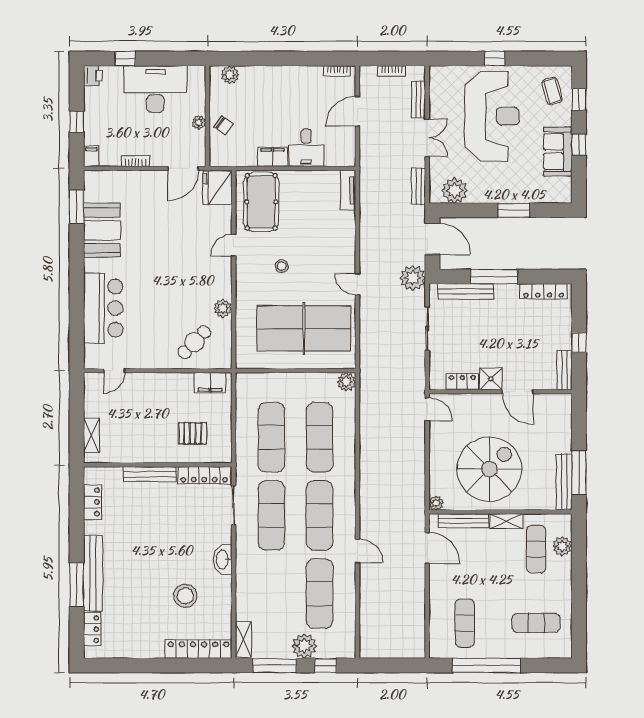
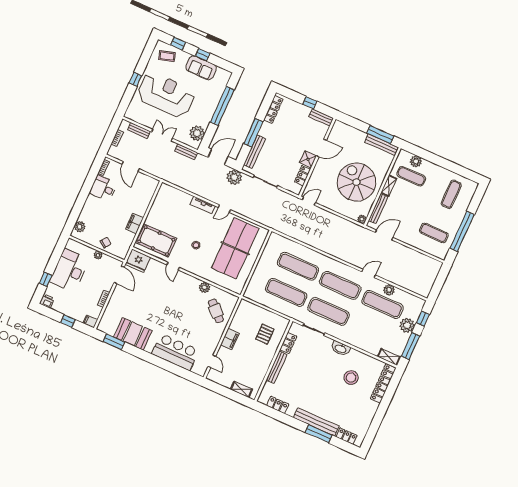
desk: (306, 148) -> (103, 188), moved, turned 180
tv unit: (348, 190) -> (203, 205), moved
window: (514, 210) -> (222, 106), width x2.11
plant: (346, 382) -> (389, 290), moved
filing cabinet: (210, 383) -> (230, 339), moved
locker: (204, 475) -> (288, 343), width x0.66

